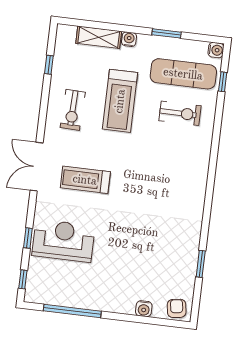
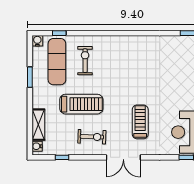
water cooler: (129, 39) -> (37, 146), moved
double door: (37, 167) -> (123, 157), moved
treadmill: (85, 180) -> (140, 122), turned 180

